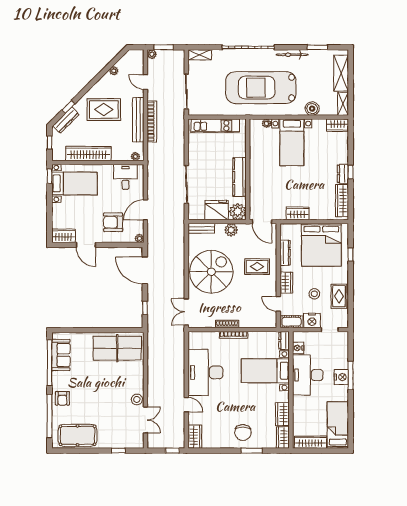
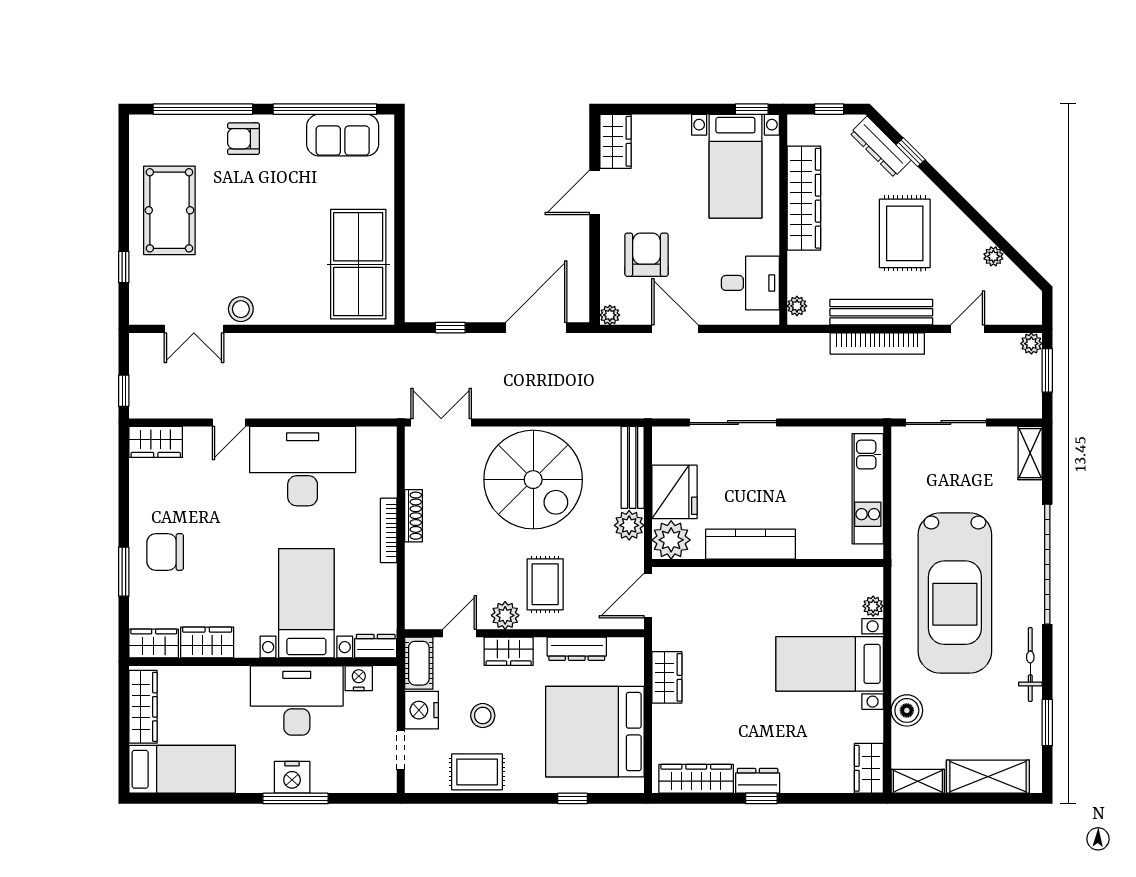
car: (261, 88) -> (955, 593), turned 180
bench: (201, 228) -> (633, 467), width x1.36
plant: (271, 284) -> (505, 615), added
pool table: (77, 435) -> (169, 210), moved

